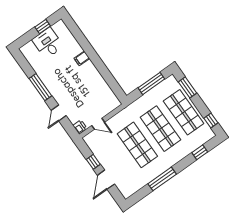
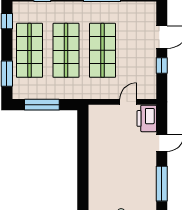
filing cabinet: (82, 58) -> (97, 183), removed
door: (98, 124) -> (128, 102), hinge flipped
printer: (80, 127) -> (147, 118), width x1.87, depth x1.48

